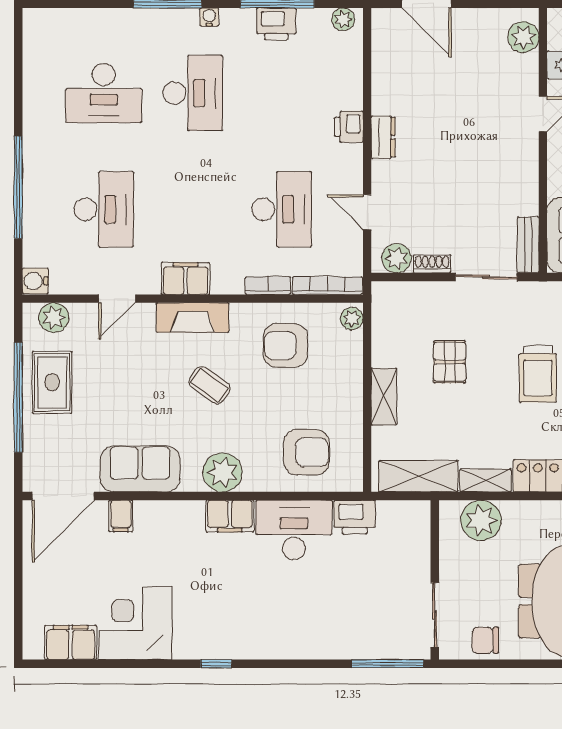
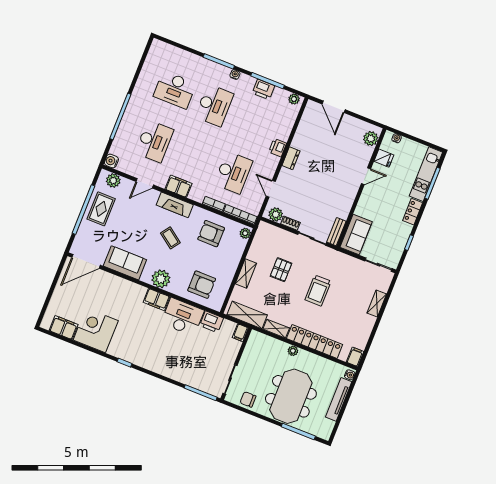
filing cabinet: (121, 516) -> (240, 333), moved
plant: (481, 520) -> (293, 351), moved, width x0.53, depth x0.53

